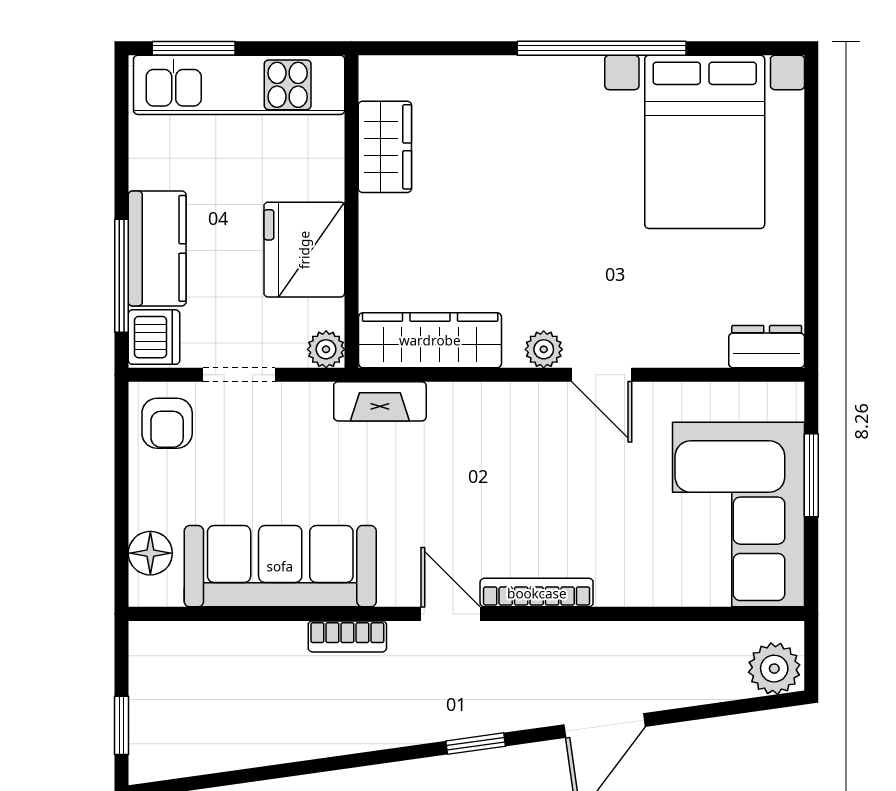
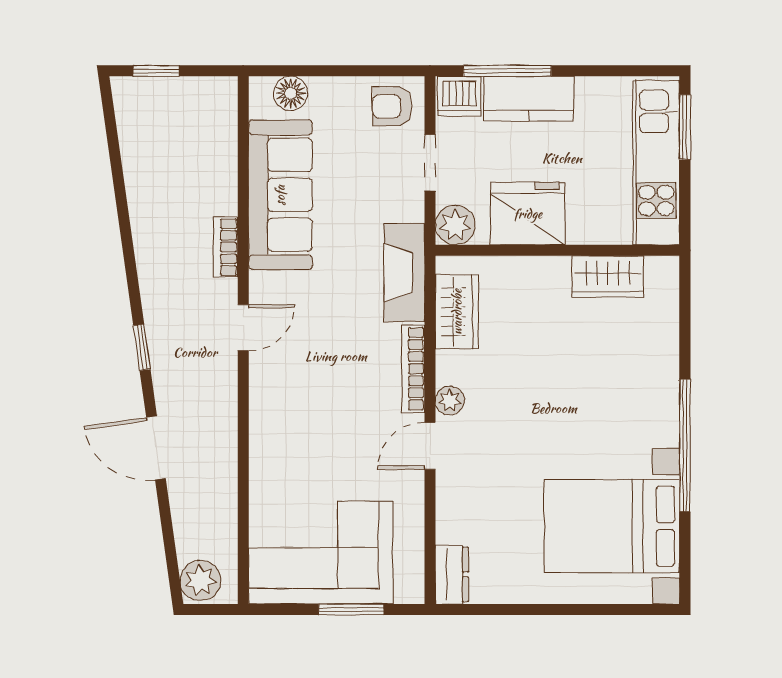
wardrobe: (430, 340) -> (457, 312), width x0.67
plant: (326, 349) -> (455, 225), width x1.38, depth x1.38
fireplace: (380, 401) -> (404, 273), width x1.37, depth x1.32
bookcase: (537, 593) -> (413, 369), moved, turned 180

